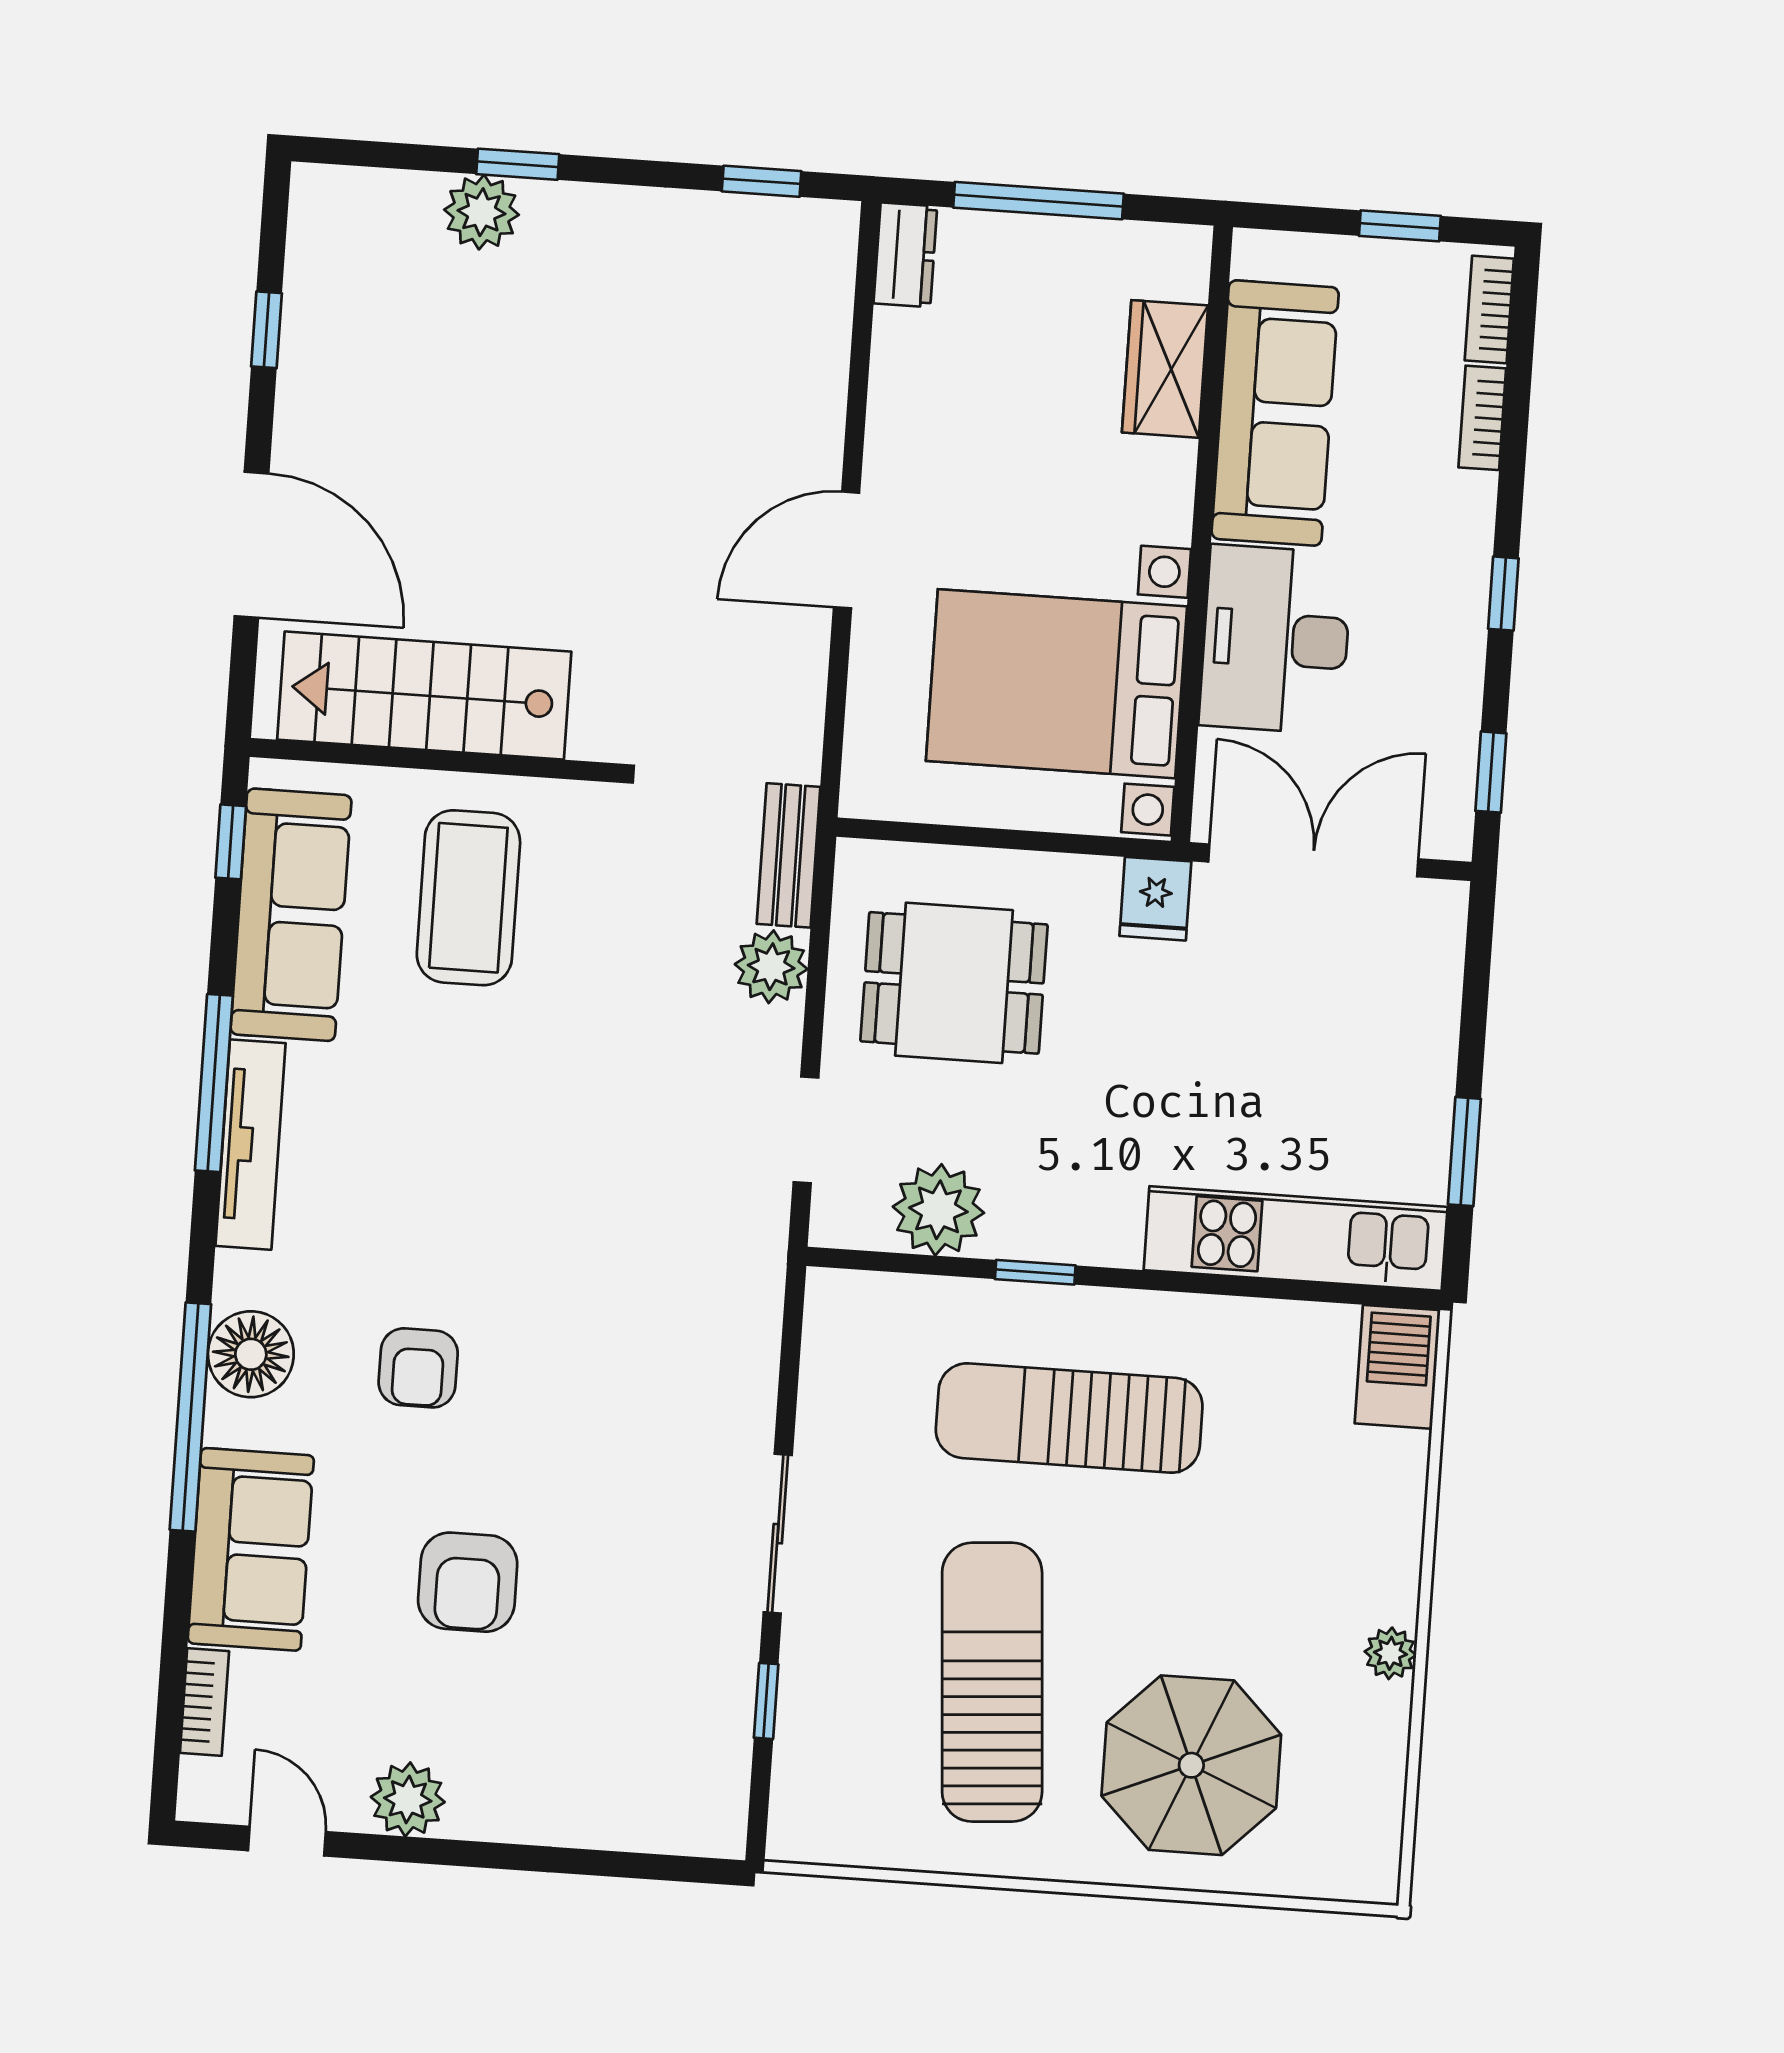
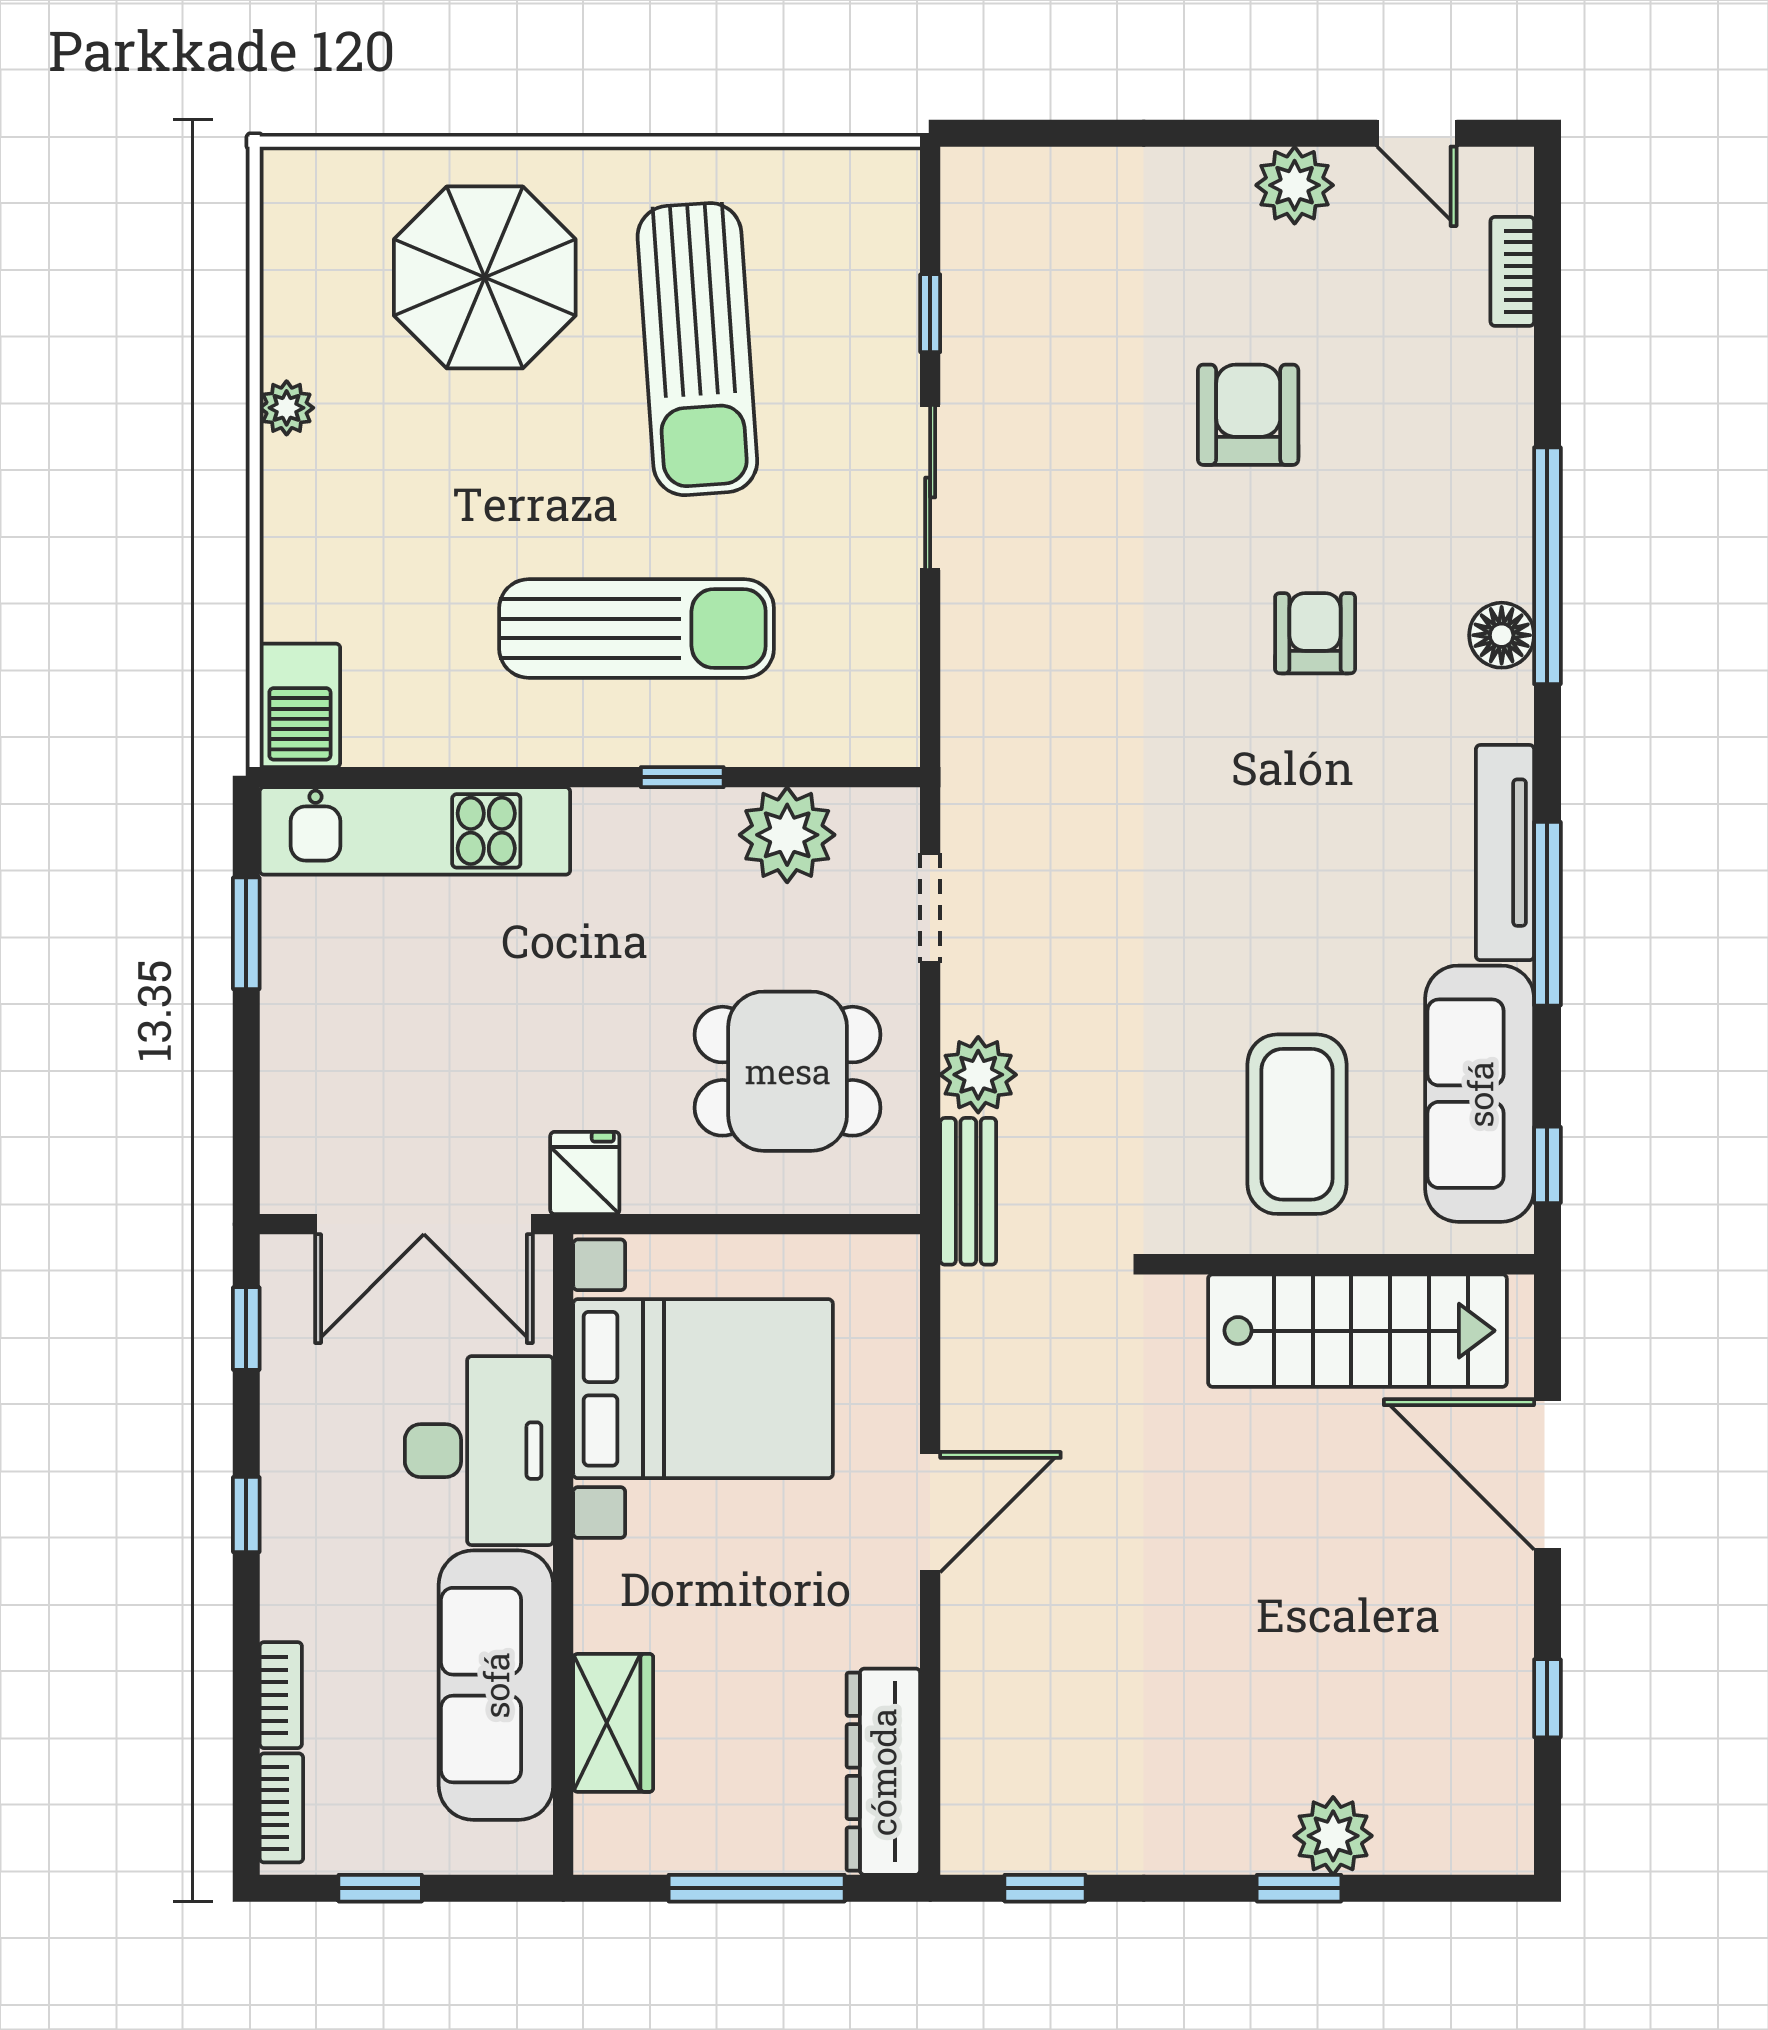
dresser: (905, 255) -> (883, 1772), width x1.96, depth x1.24
floor lamp: (251, 1354) -> (1502, 635), width x0.73, depth x0.73
sofa: (251, 1549) -> (1475, 433), removed

